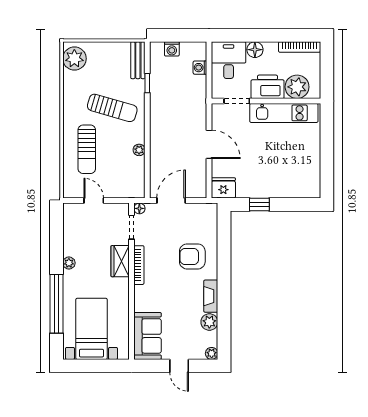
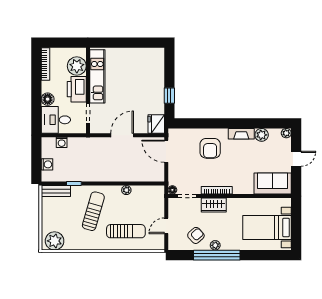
door: (171, 201) -> (166, 151), moved
armchair: (81, 238) -> (196, 235), added
window: (56, 304) -> (217, 255), moved

